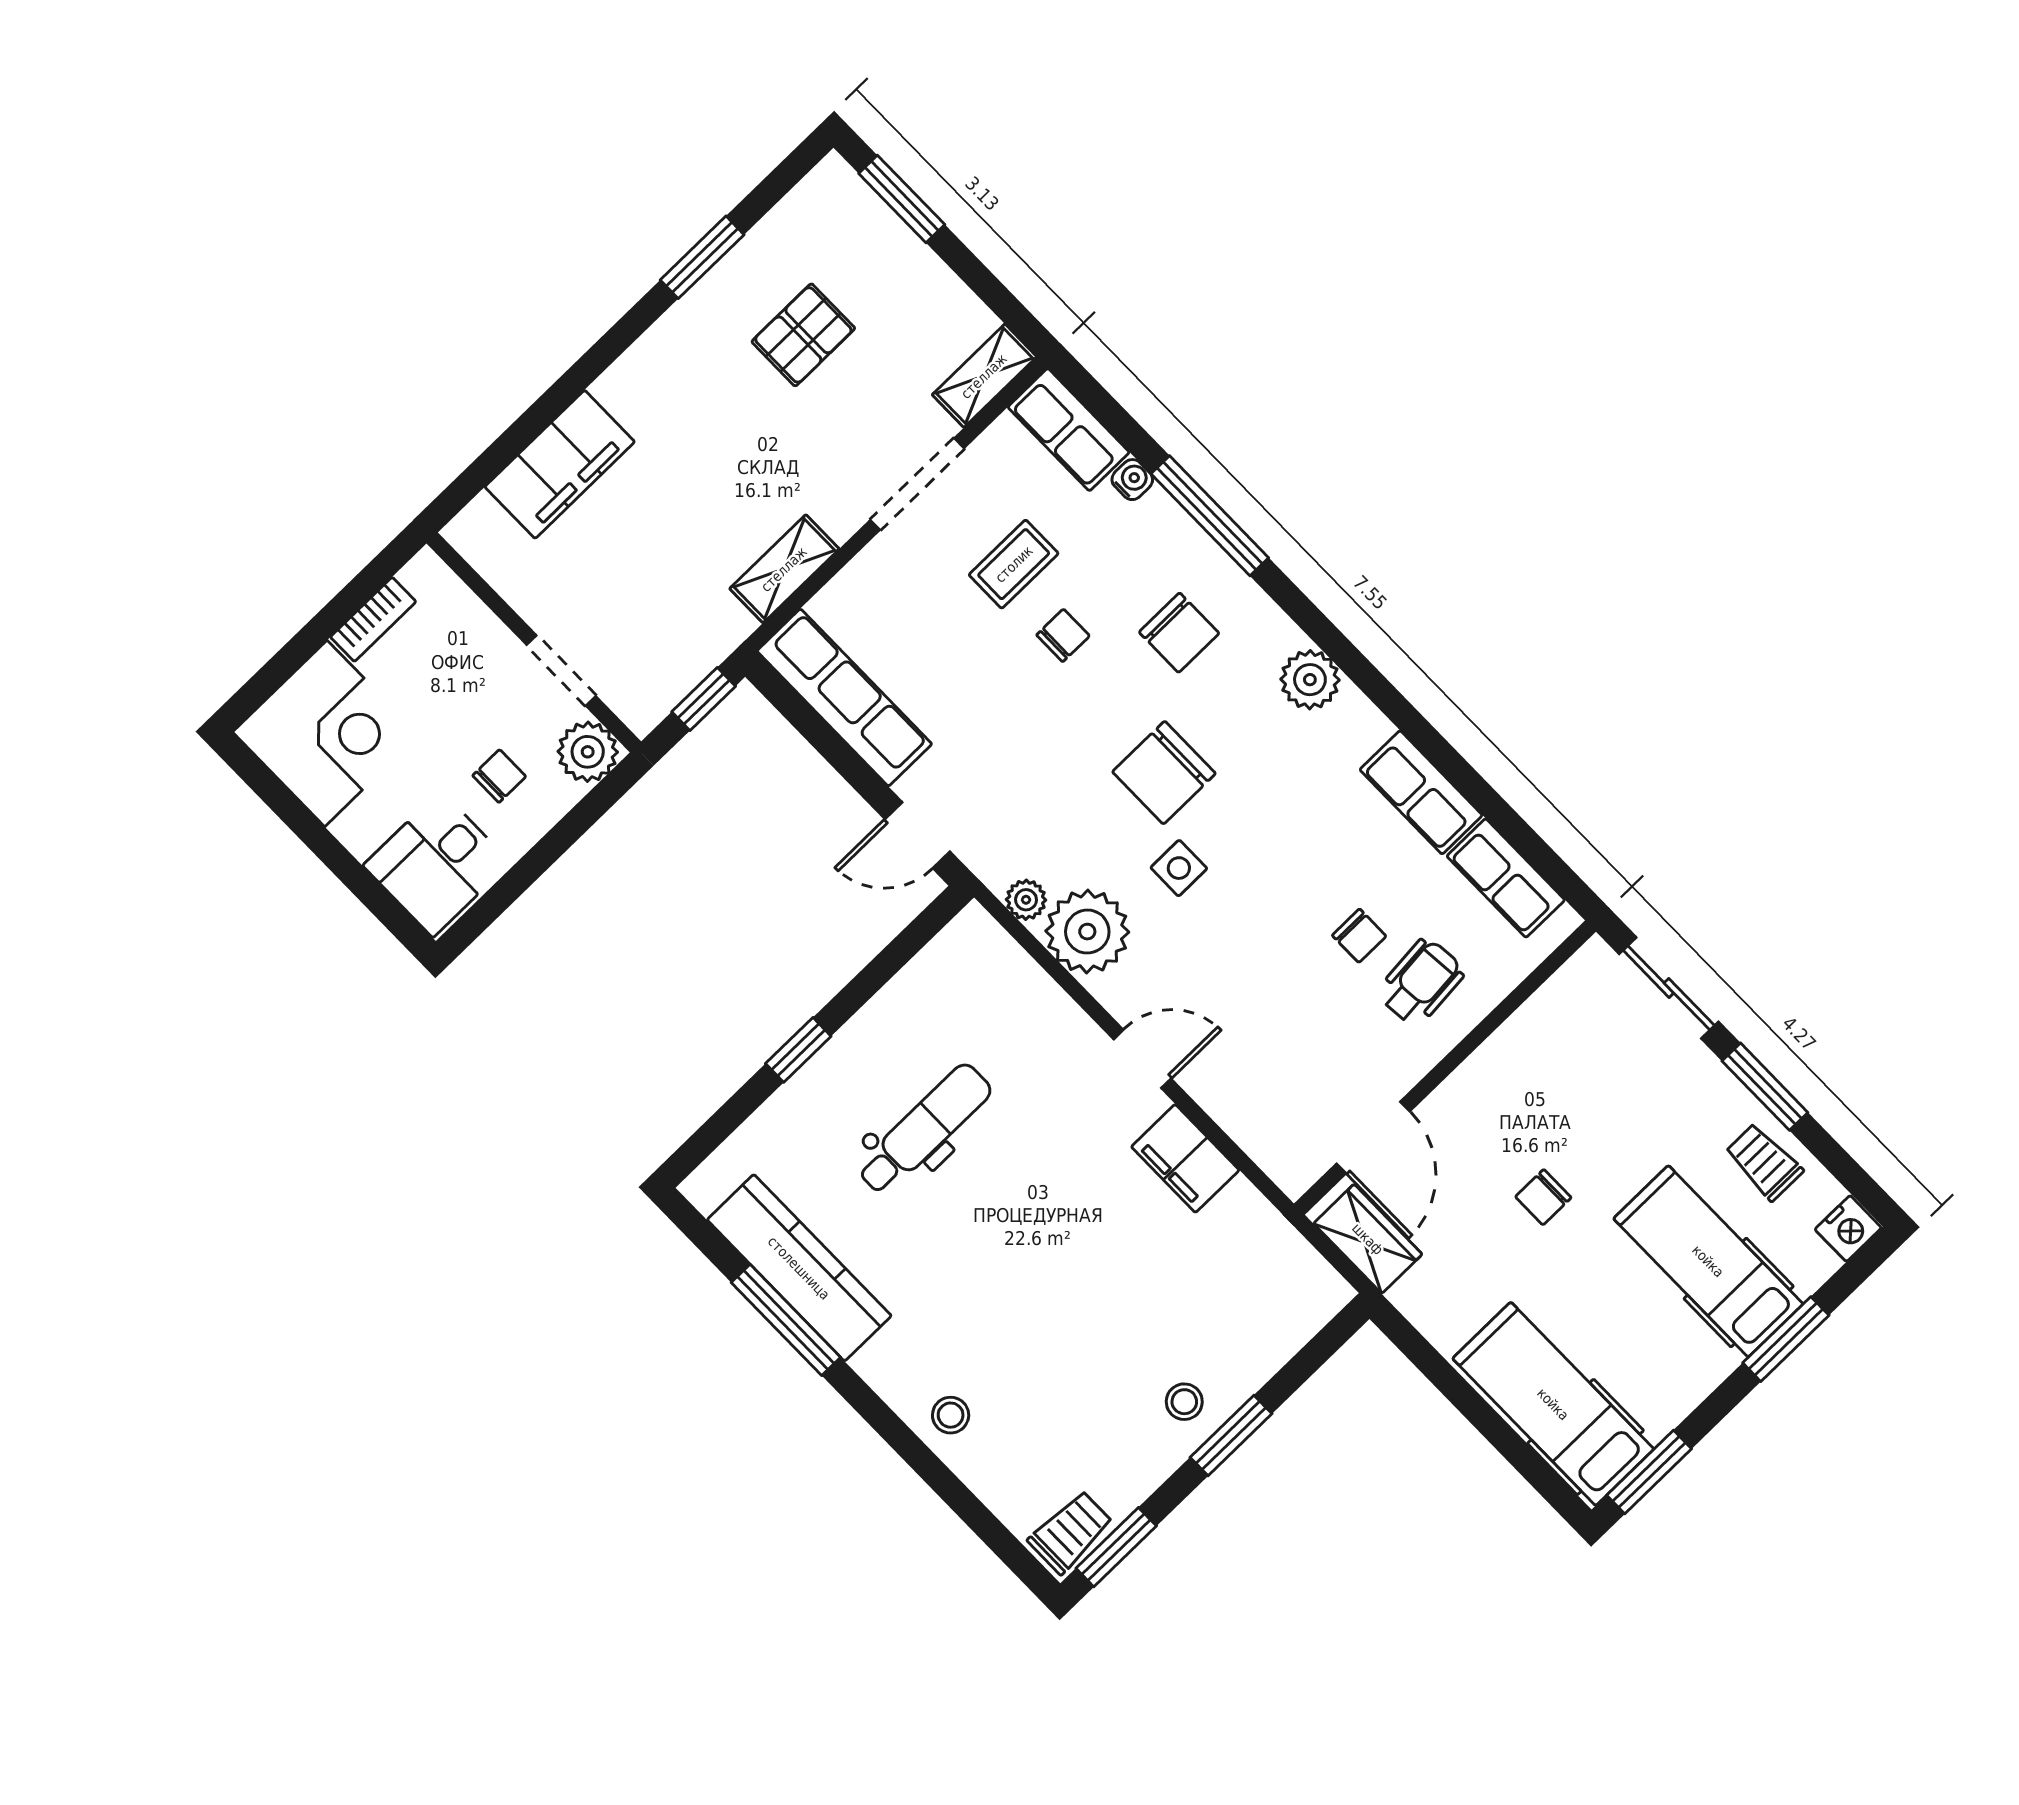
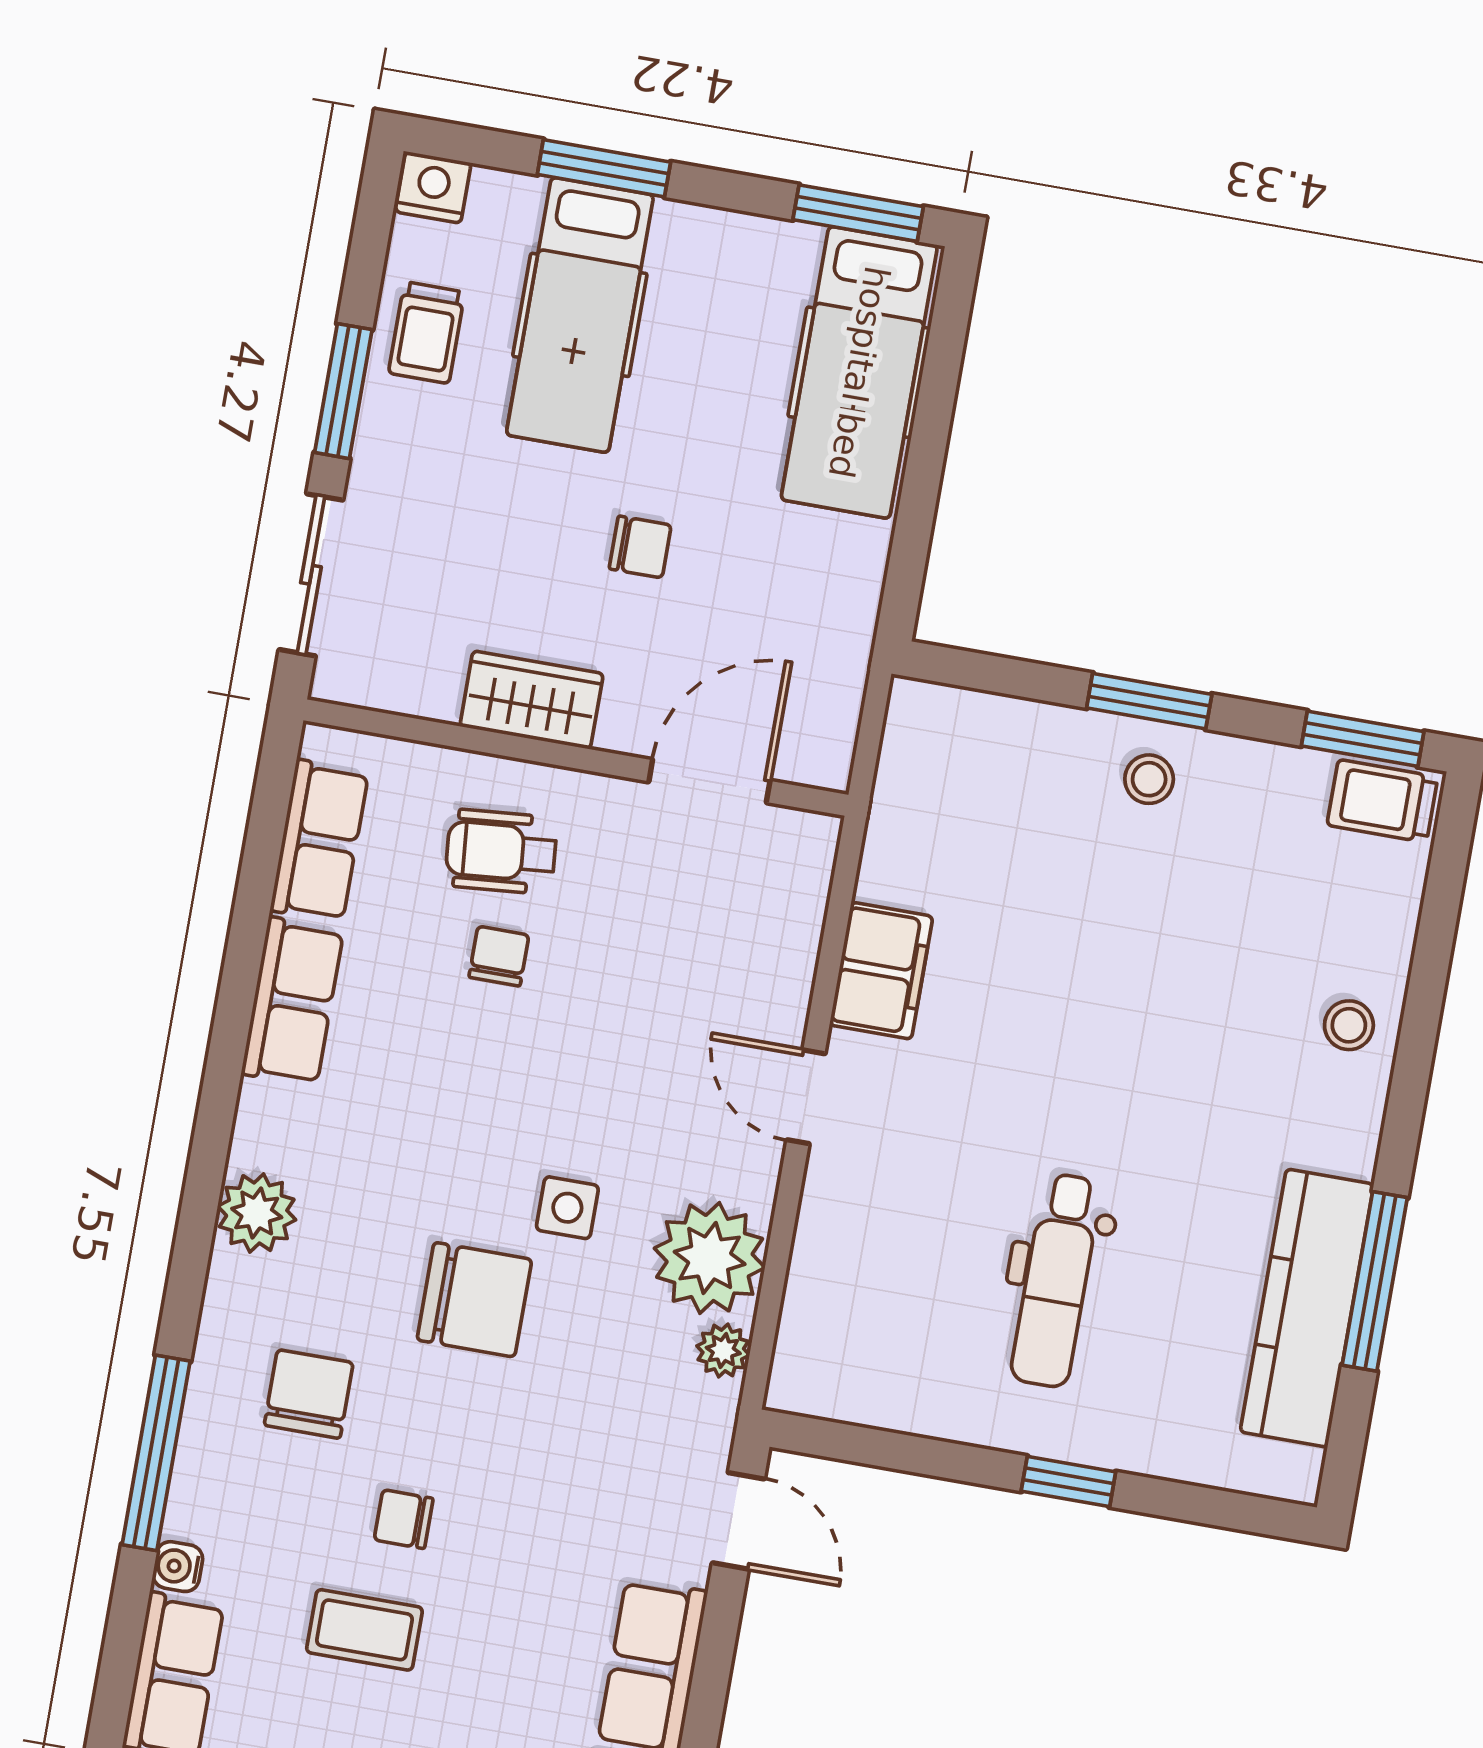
dental chair: (924, 1129) -> (1056, 1280), turned -90
wardrobe: (1368, 1239) -> (532, 700), moved, turned 90

